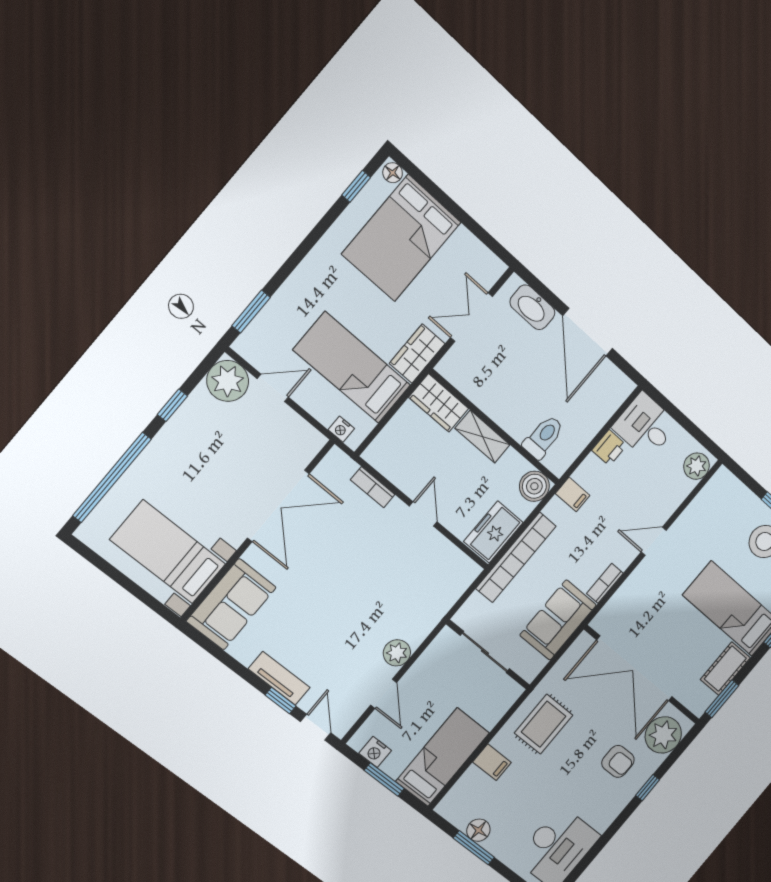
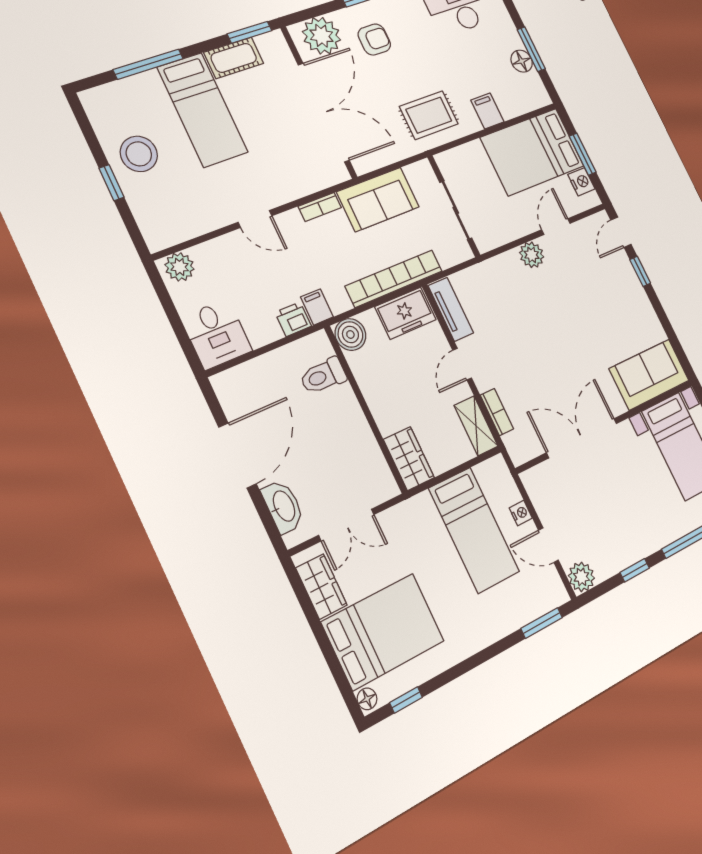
wardrobe: (417, 354) -> (321, 587), moved, turned -90
plant: (228, 381) -> (581, 577), width x0.73, depth x0.73
nightstand: (341, 429) -> (521, 513), moved
shelving: (482, 437) -> (476, 426), moved
printer: (609, 448) -> (293, 319), moved
tv unit: (279, 678) -> (451, 309), moved, turned 180
bed: (443, 757) -> (532, 152), width x1.50
armchair: (618, 761) -> (374, 40), turned 90

